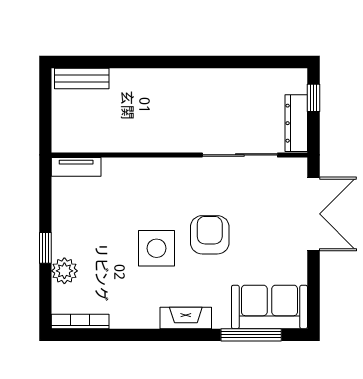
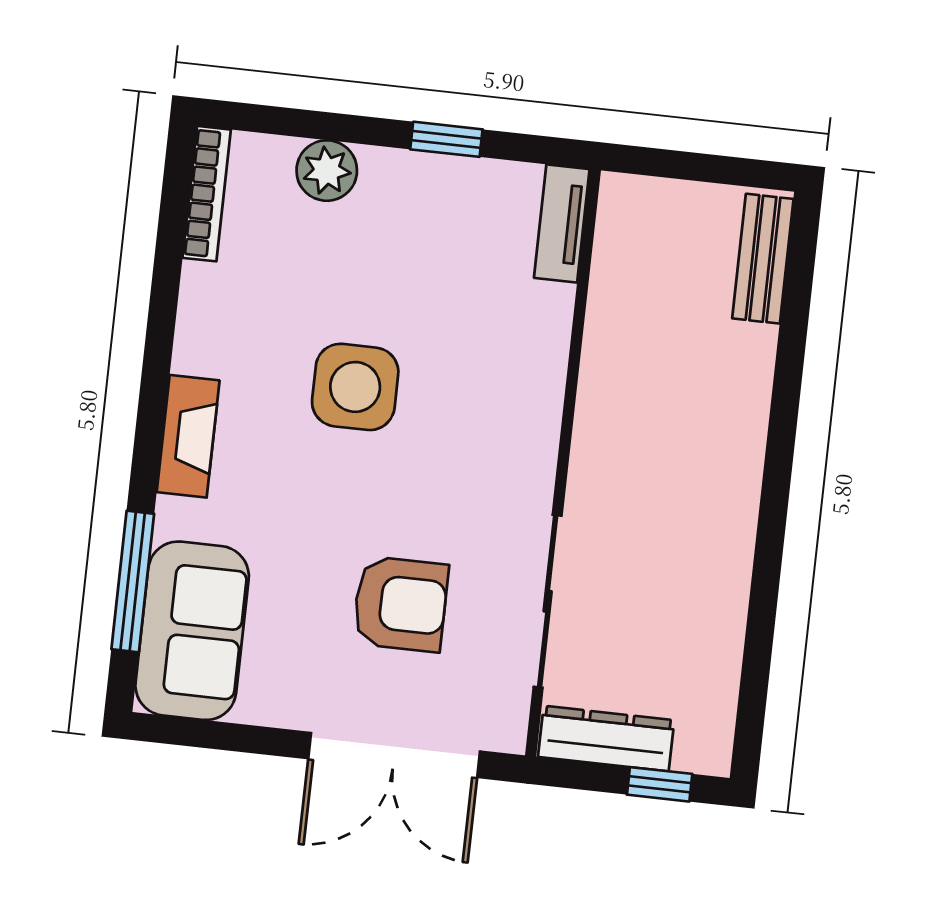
armchair: (210, 235) -> (400, 604), moved
window: (45, 248) -> (446, 139), moved

